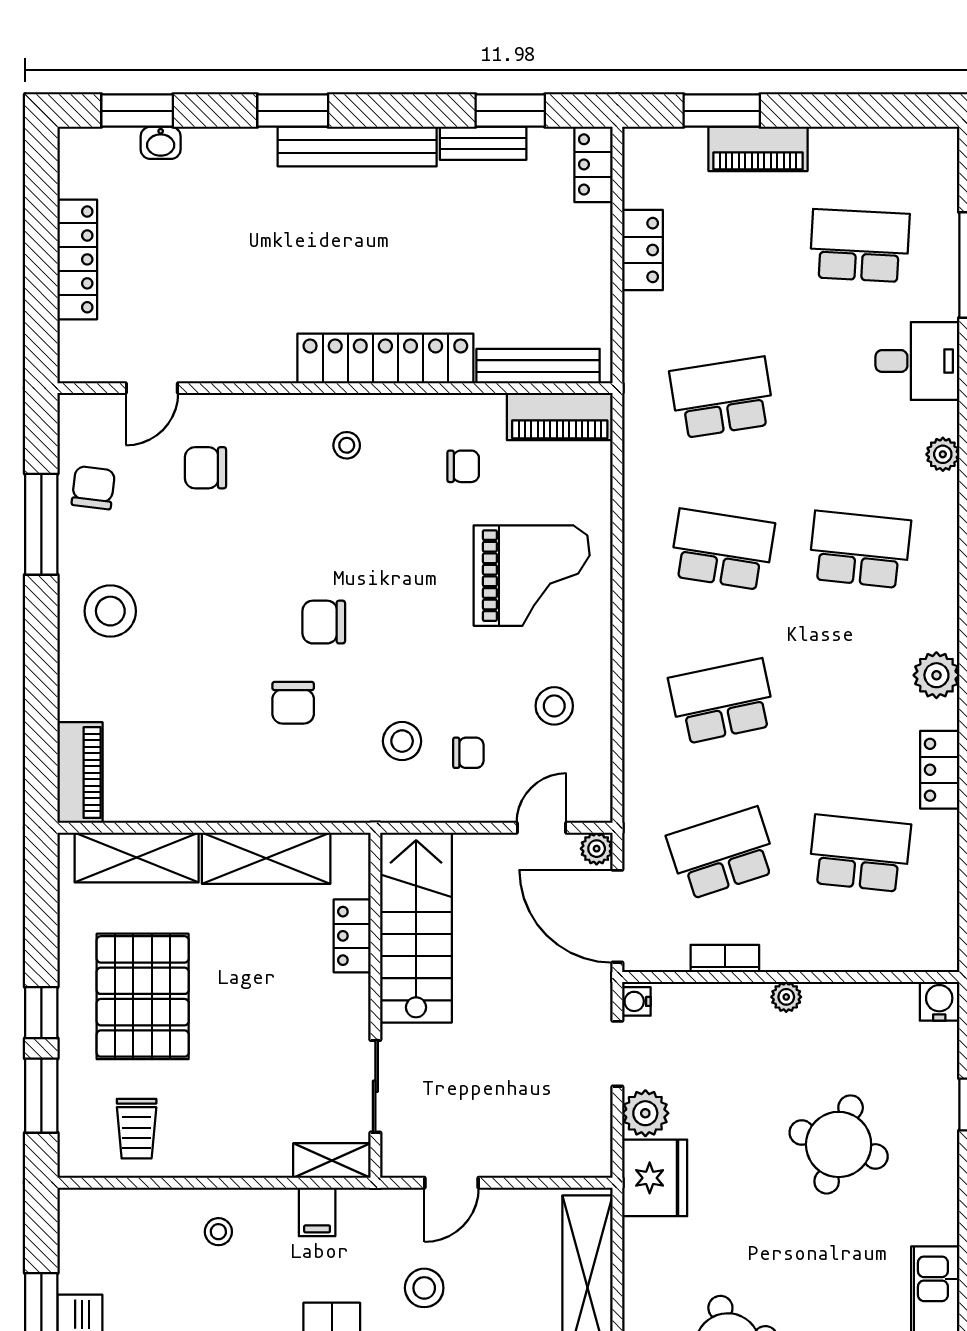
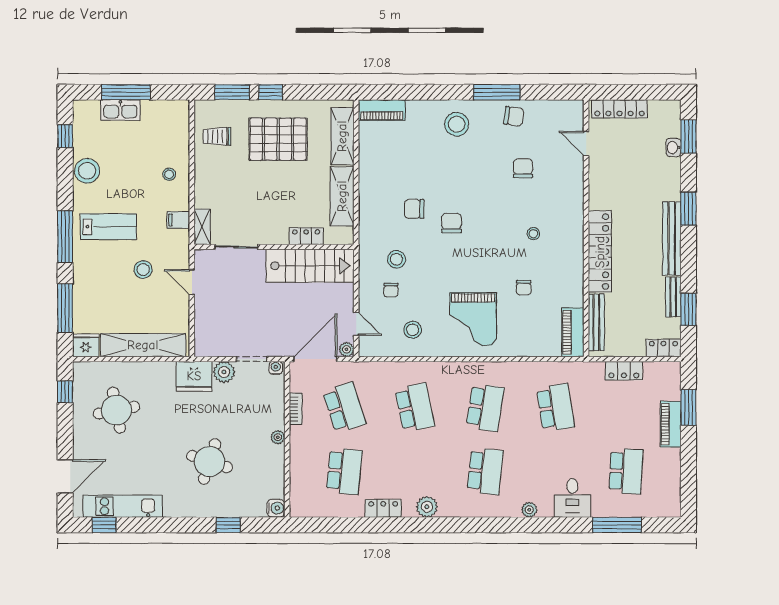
locker: (385, 358) -> (600, 252), moved
bench: (538, 366) -> (596, 322), moved
door: (152, 388) -> (586, 143), moved
wall: (335, 388) -> (586, 228), moved
piano: (560, 417) -> (573, 332), moved

